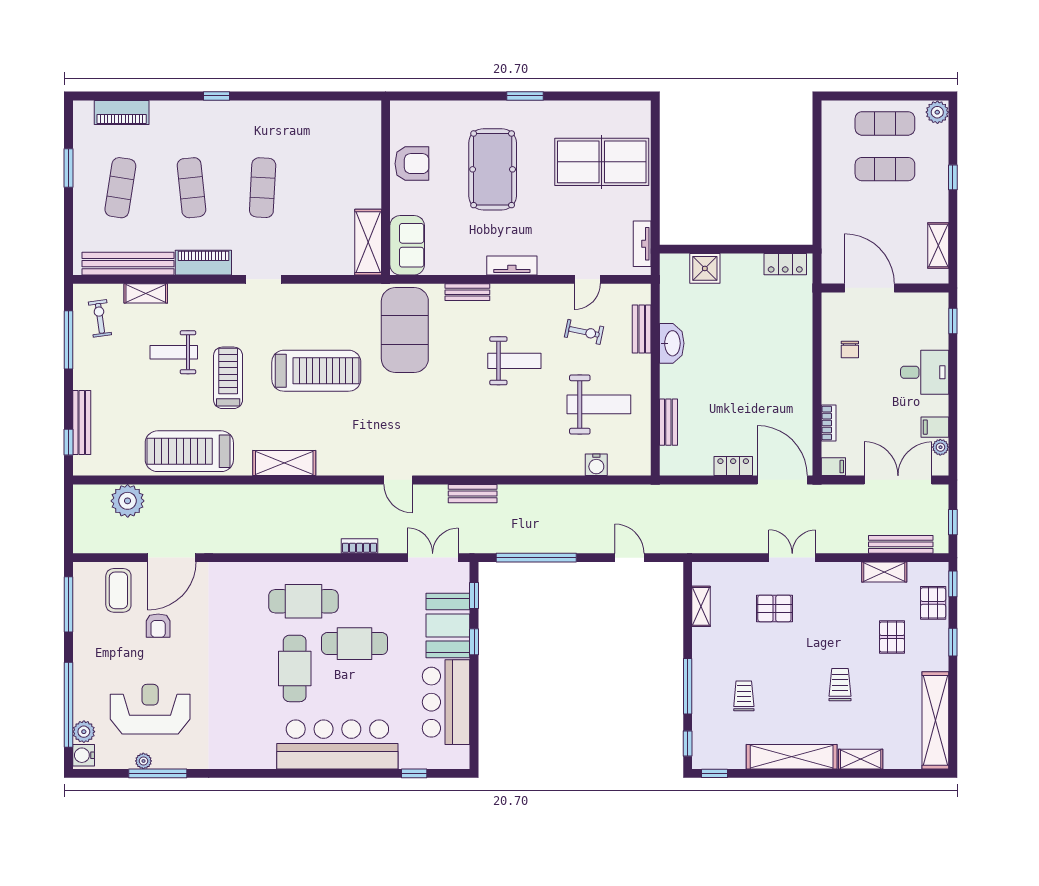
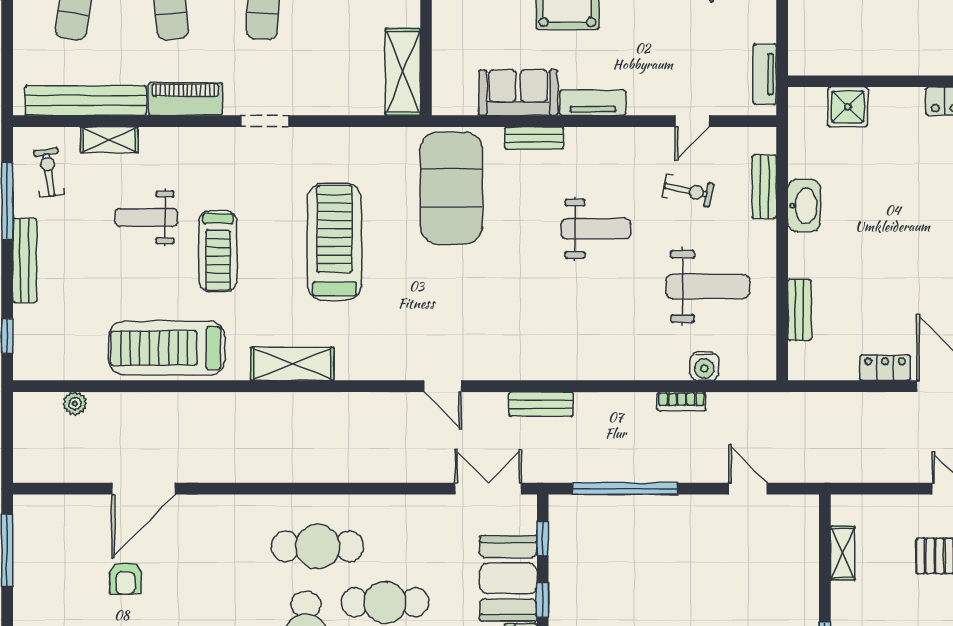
sofa: (407, 245) -> (518, 93), moved, turned -90
treadmill: (316, 371) -> (334, 242), turned -90
treadmill: (228, 378) -> (218, 251), turned 180
bench: (82, 422) -> (25, 260), moved
plant: (128, 501) -> (75, 404), width x0.53, depth x0.53
bookcase: (359, 546) -> (682, 401), moved, turned 180
coffee table: (118, 590) -> (73, 532), removed

